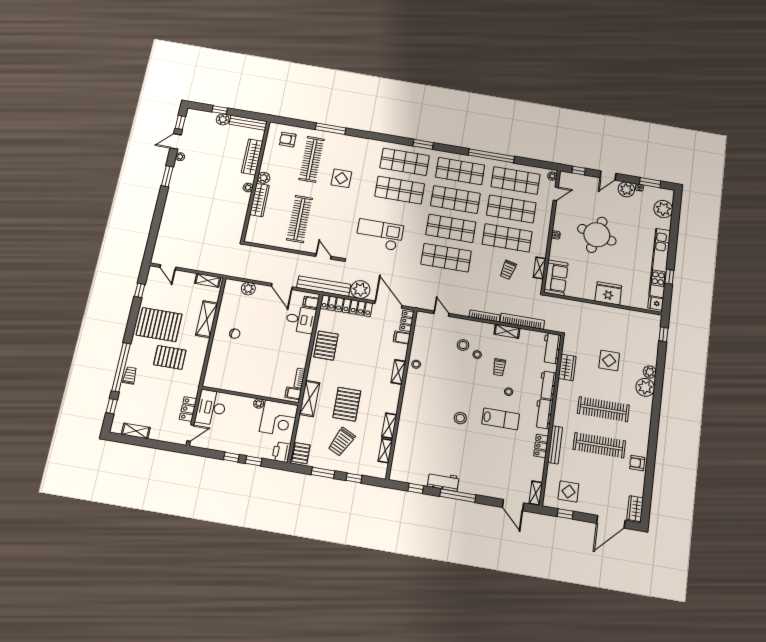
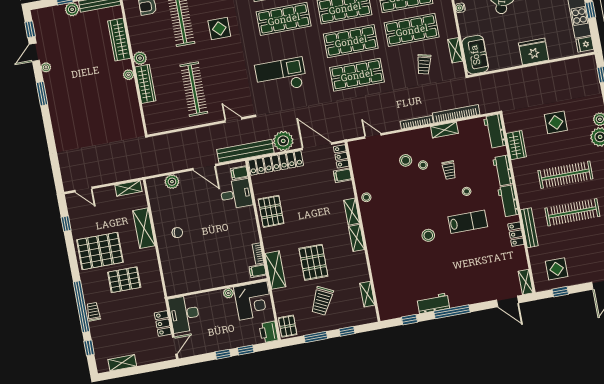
shelving: (389, 426) -> (356, 238), moved

